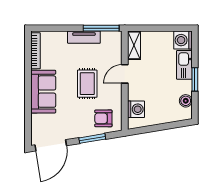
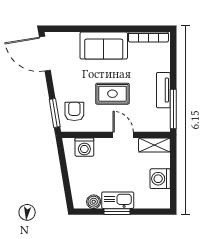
washing machine: (183, 40) -> (160, 179), moved, turned -90
kitchen sink: (184, 65) -> (118, 200), moved
window: (92, 138) -> (55, 113), moved

